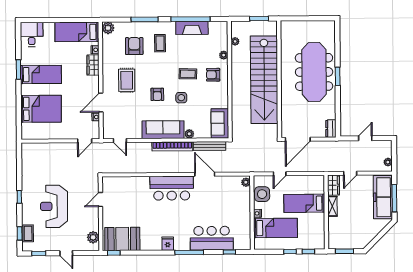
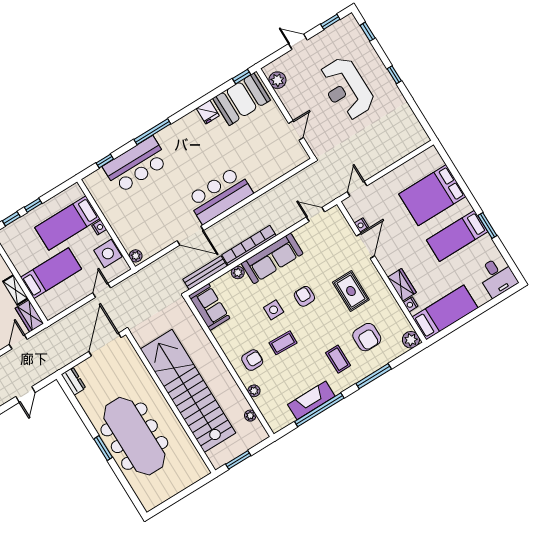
reception desk: (54, 206) -> (346, 89), turned 180
coffee table: (28, 233) -> (358, 38), removed
fridge: (168, 244) -> (208, 112), moved

